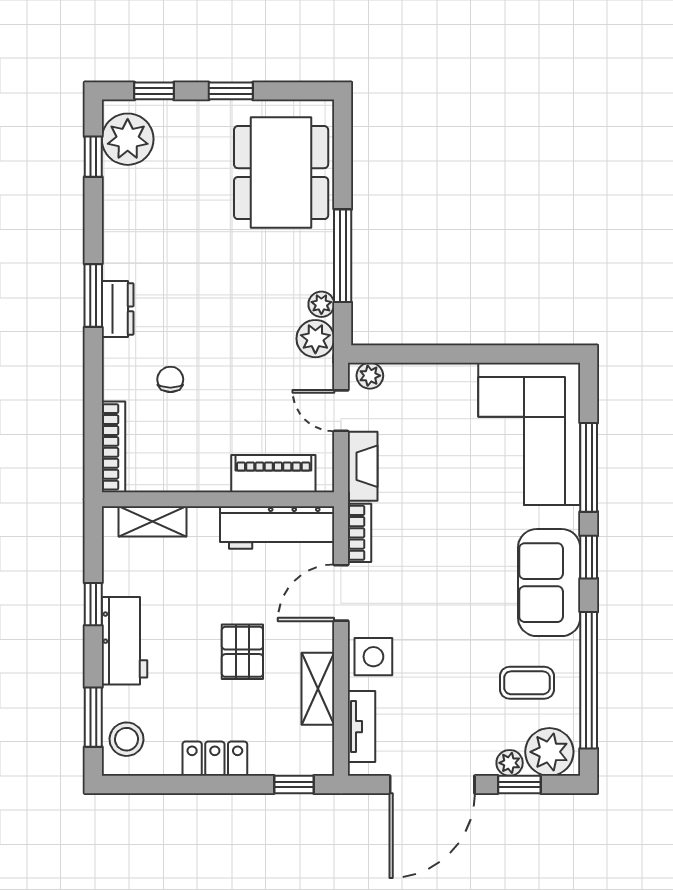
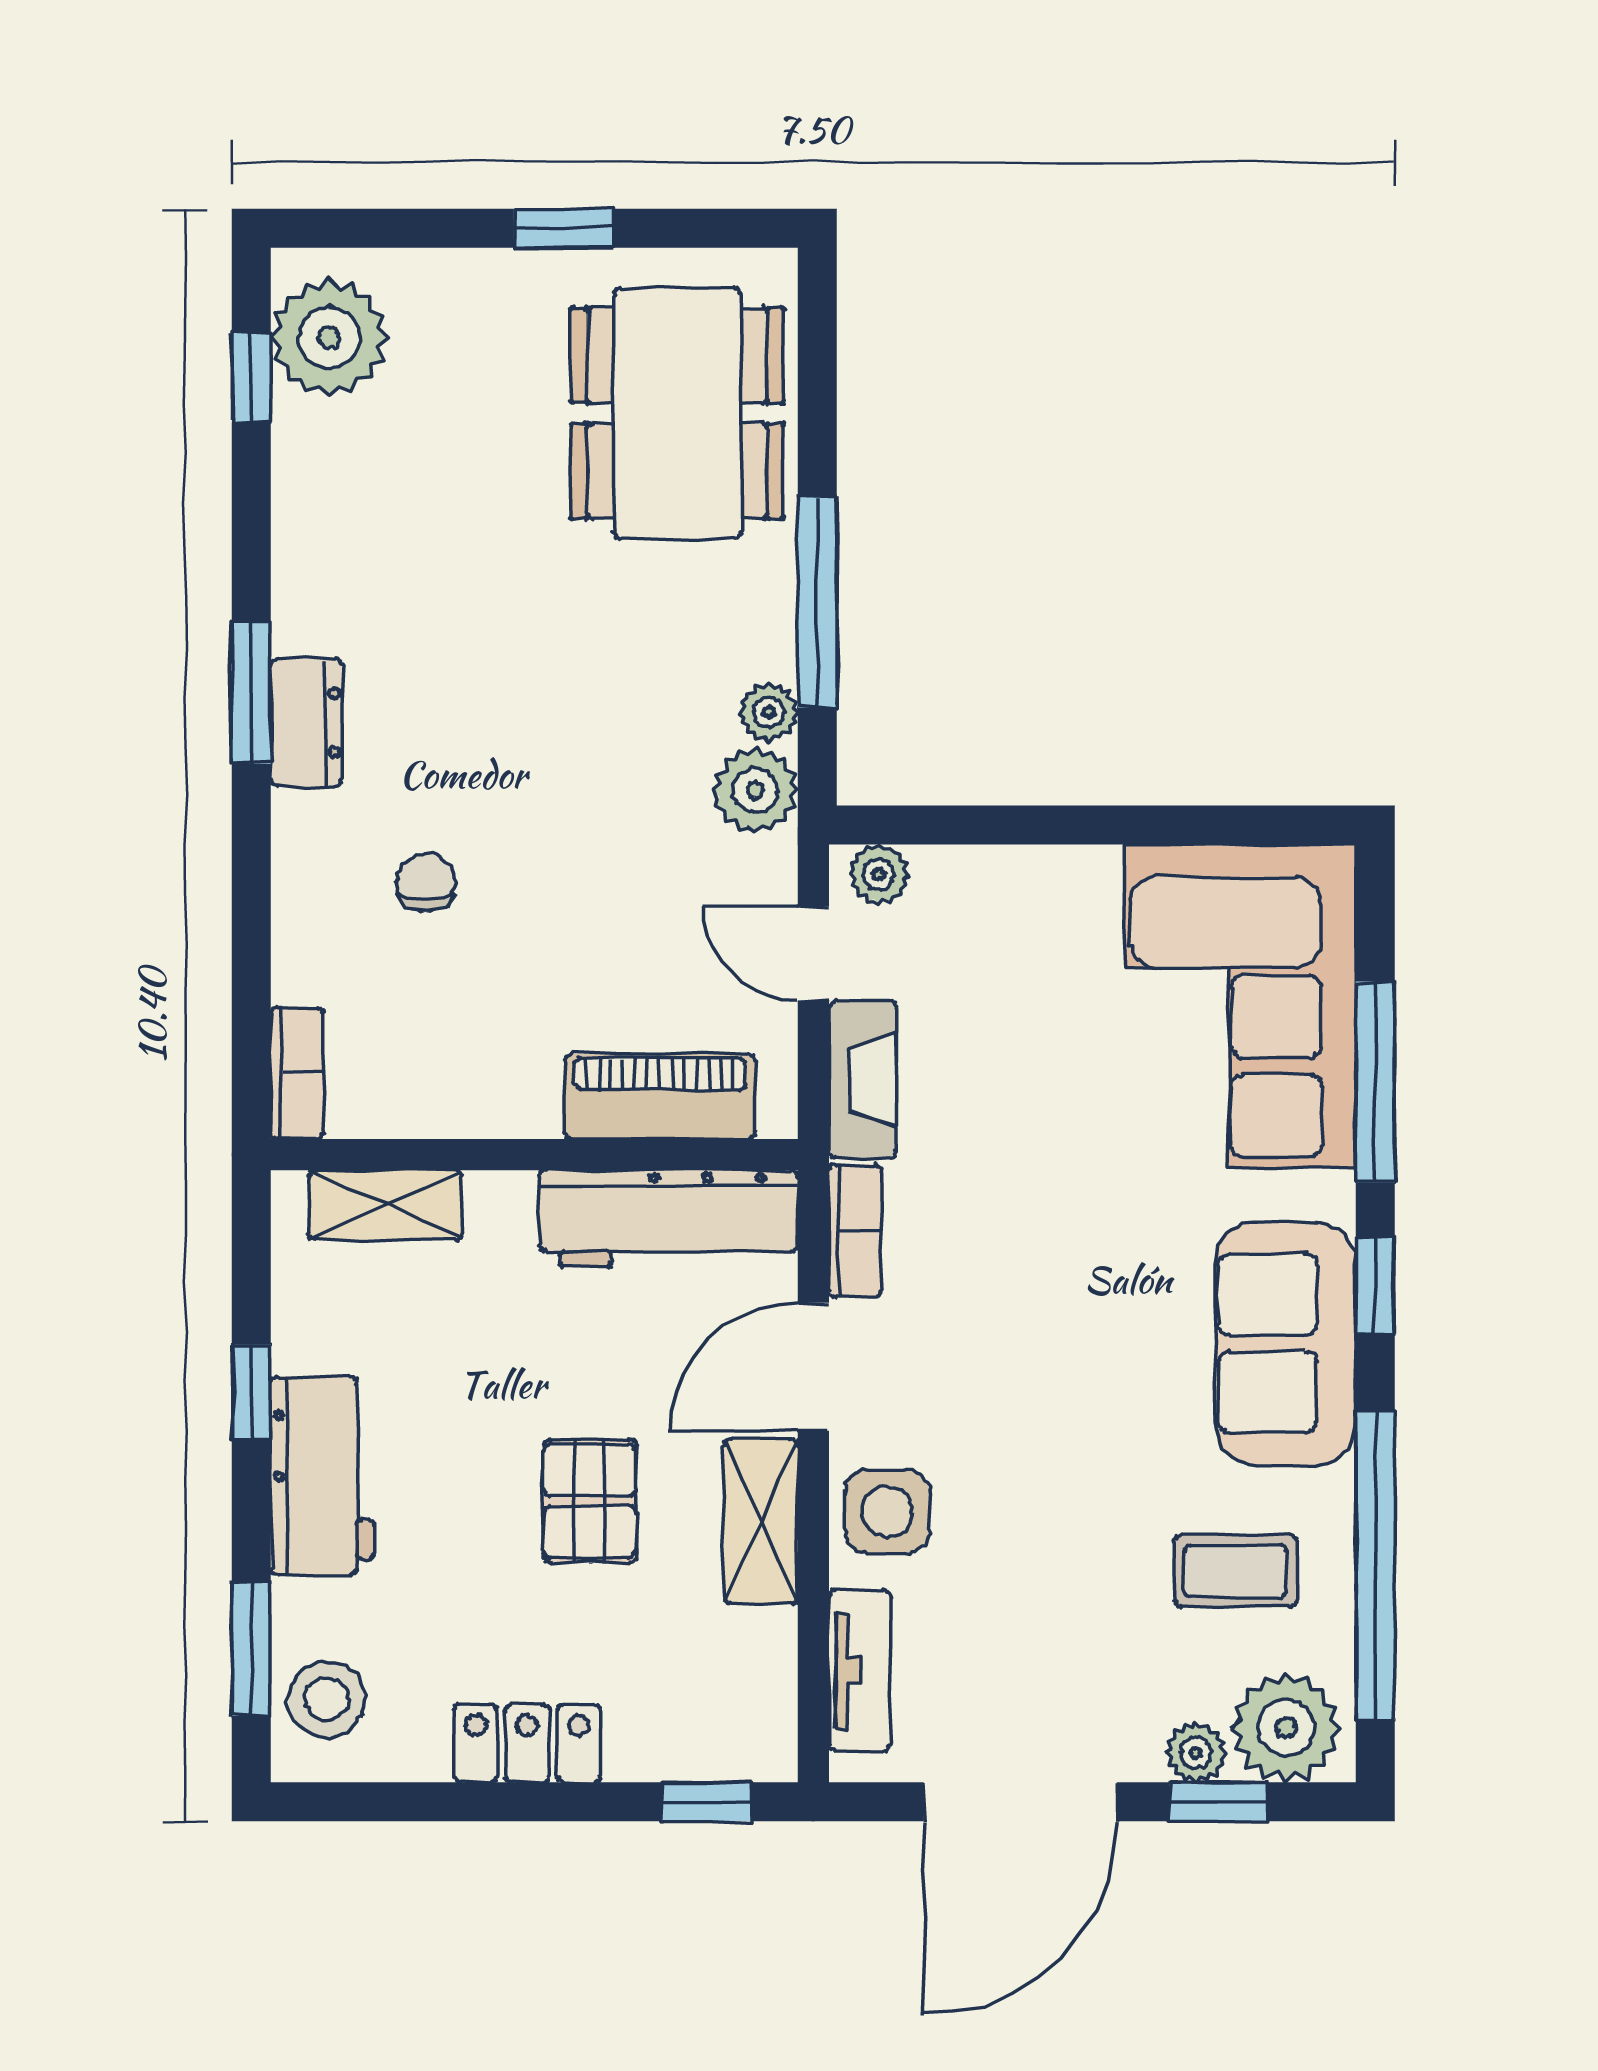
window: (154, 91) -> (389, 228), removed
bookcase: (113, 447) -> (297, 1073), width x0.64
shelving: (318, 689) -> (761, 1521), moved

